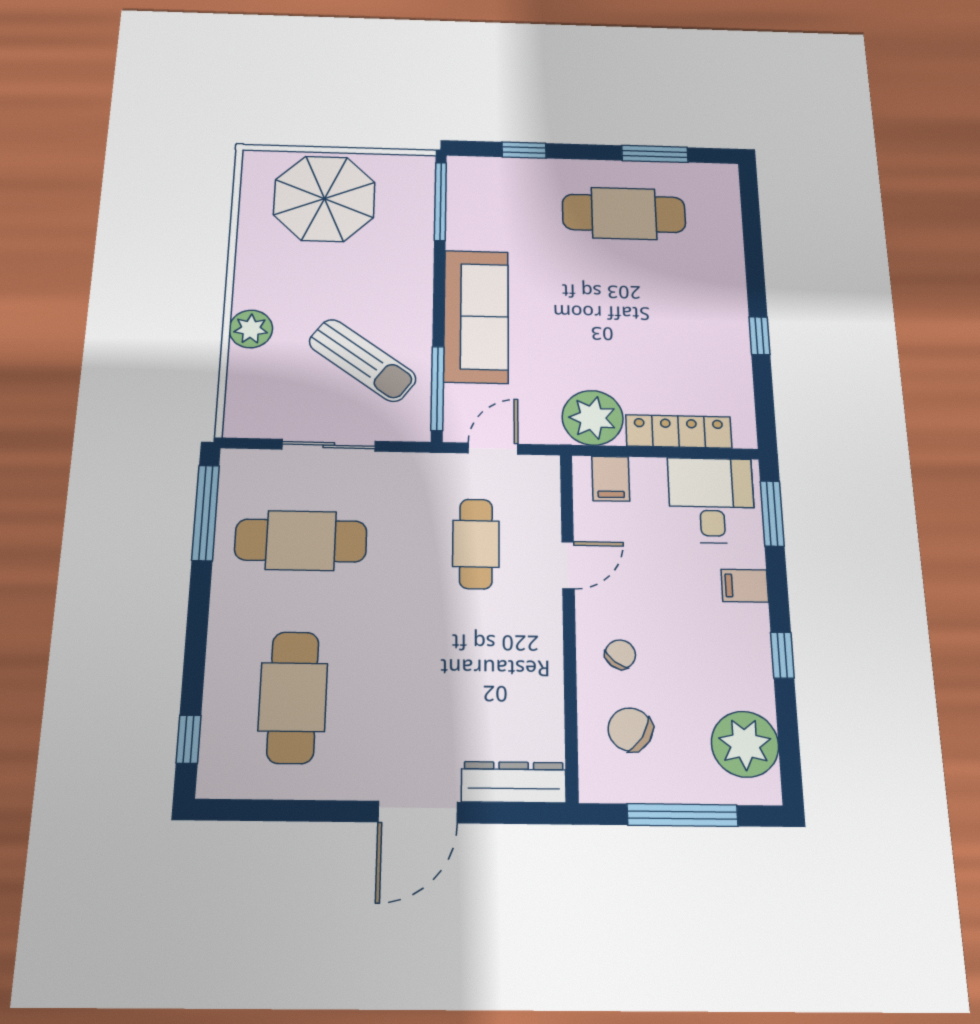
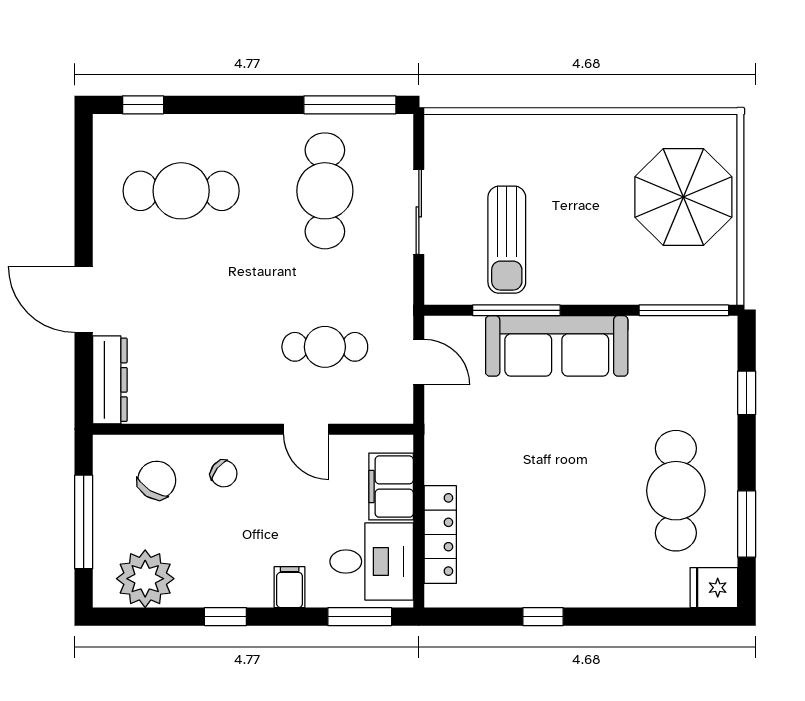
fridge: (720, 183) -> (714, 588), added
plant: (251, 329) -> (537, 134), removed
sun lounger: (362, 360) -> (507, 240), turned -36
window: (437, 388) -> (516, 310), moved
plant: (593, 418) -> (452, 455), removed
filing cabinet: (611, 479) -> (391, 487), width x2.00

